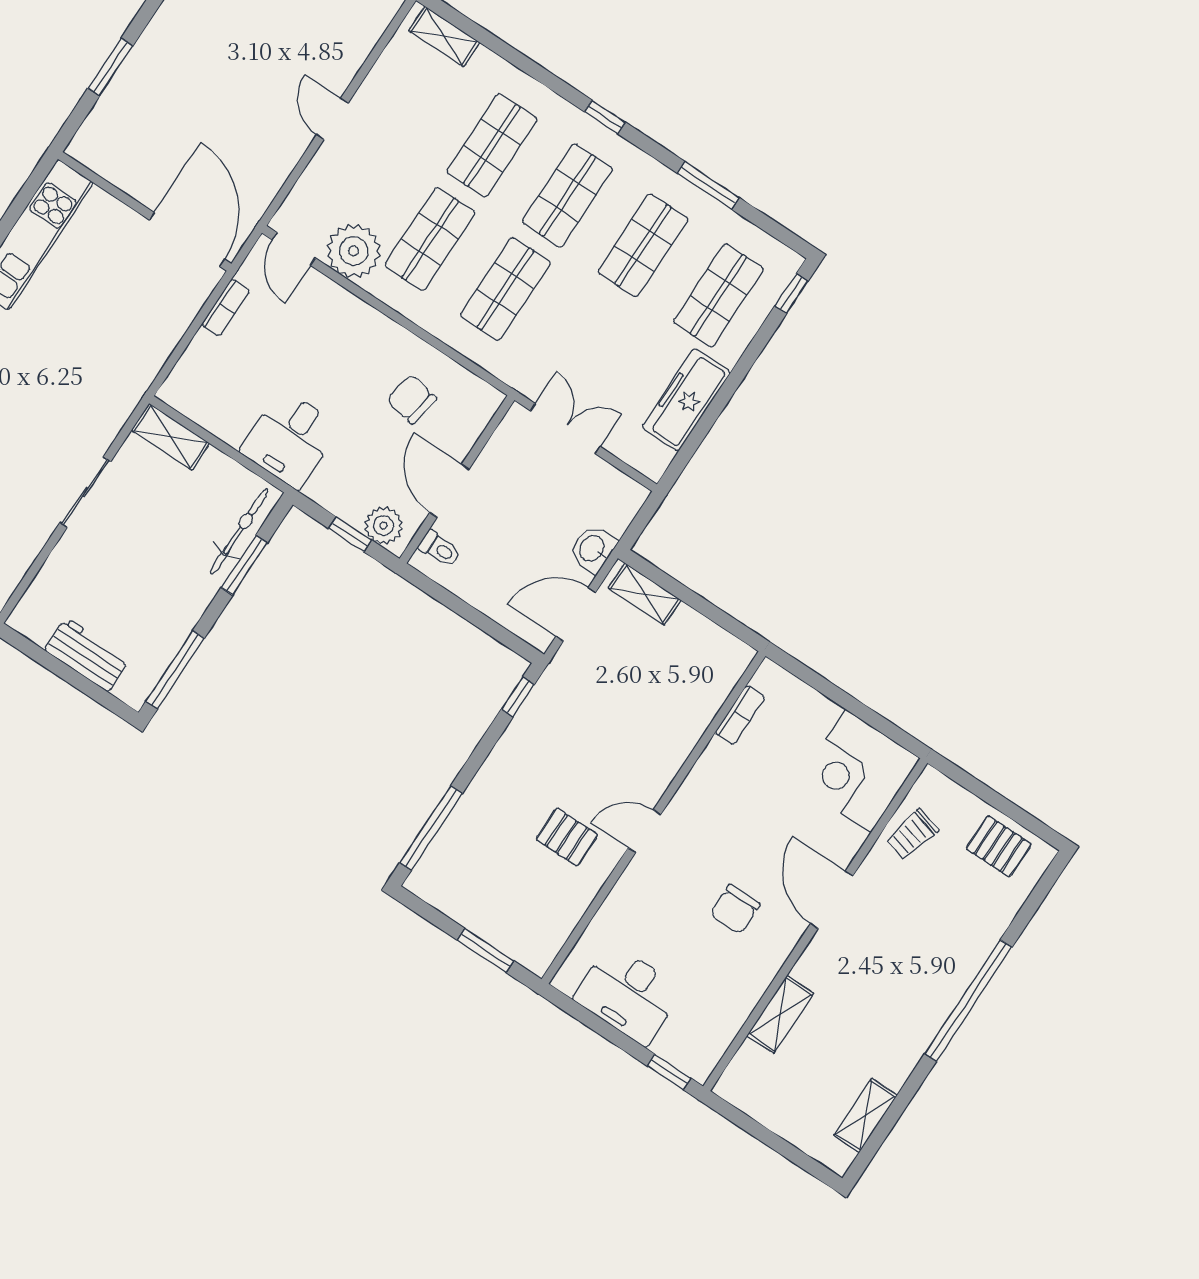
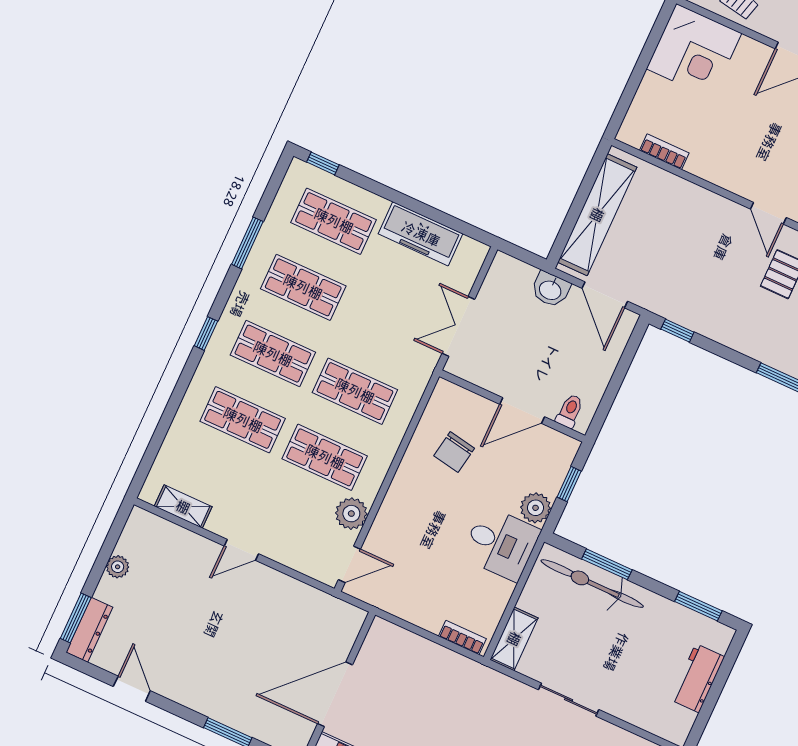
shelving: (444, 36) -> (183, 507), moved, turned 90
door: (187, 240) -> (335, 694), moved
plant: (354, 251) -> (351, 514), width x0.73, depth x0.73
bookcase: (226, 308) -> (462, 638), moved
plant: (384, 526) -> (536, 508), moved
bicycle: (239, 531) -> (592, 584), width x1.37, depth x1.40
shelving: (645, 594) -> (597, 215), width x2.20, depth x1.33
window: (175, 670) -> (698, 606), width x0.69

